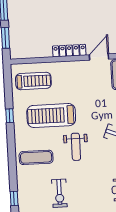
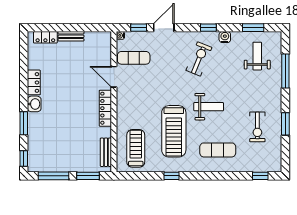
bench: (28, 53) -> (106, 152), added
exercise mat: (36, 157) -> (218, 150), turned 90
exercise bike: (59, 193) -> (257, 127), turned 90

